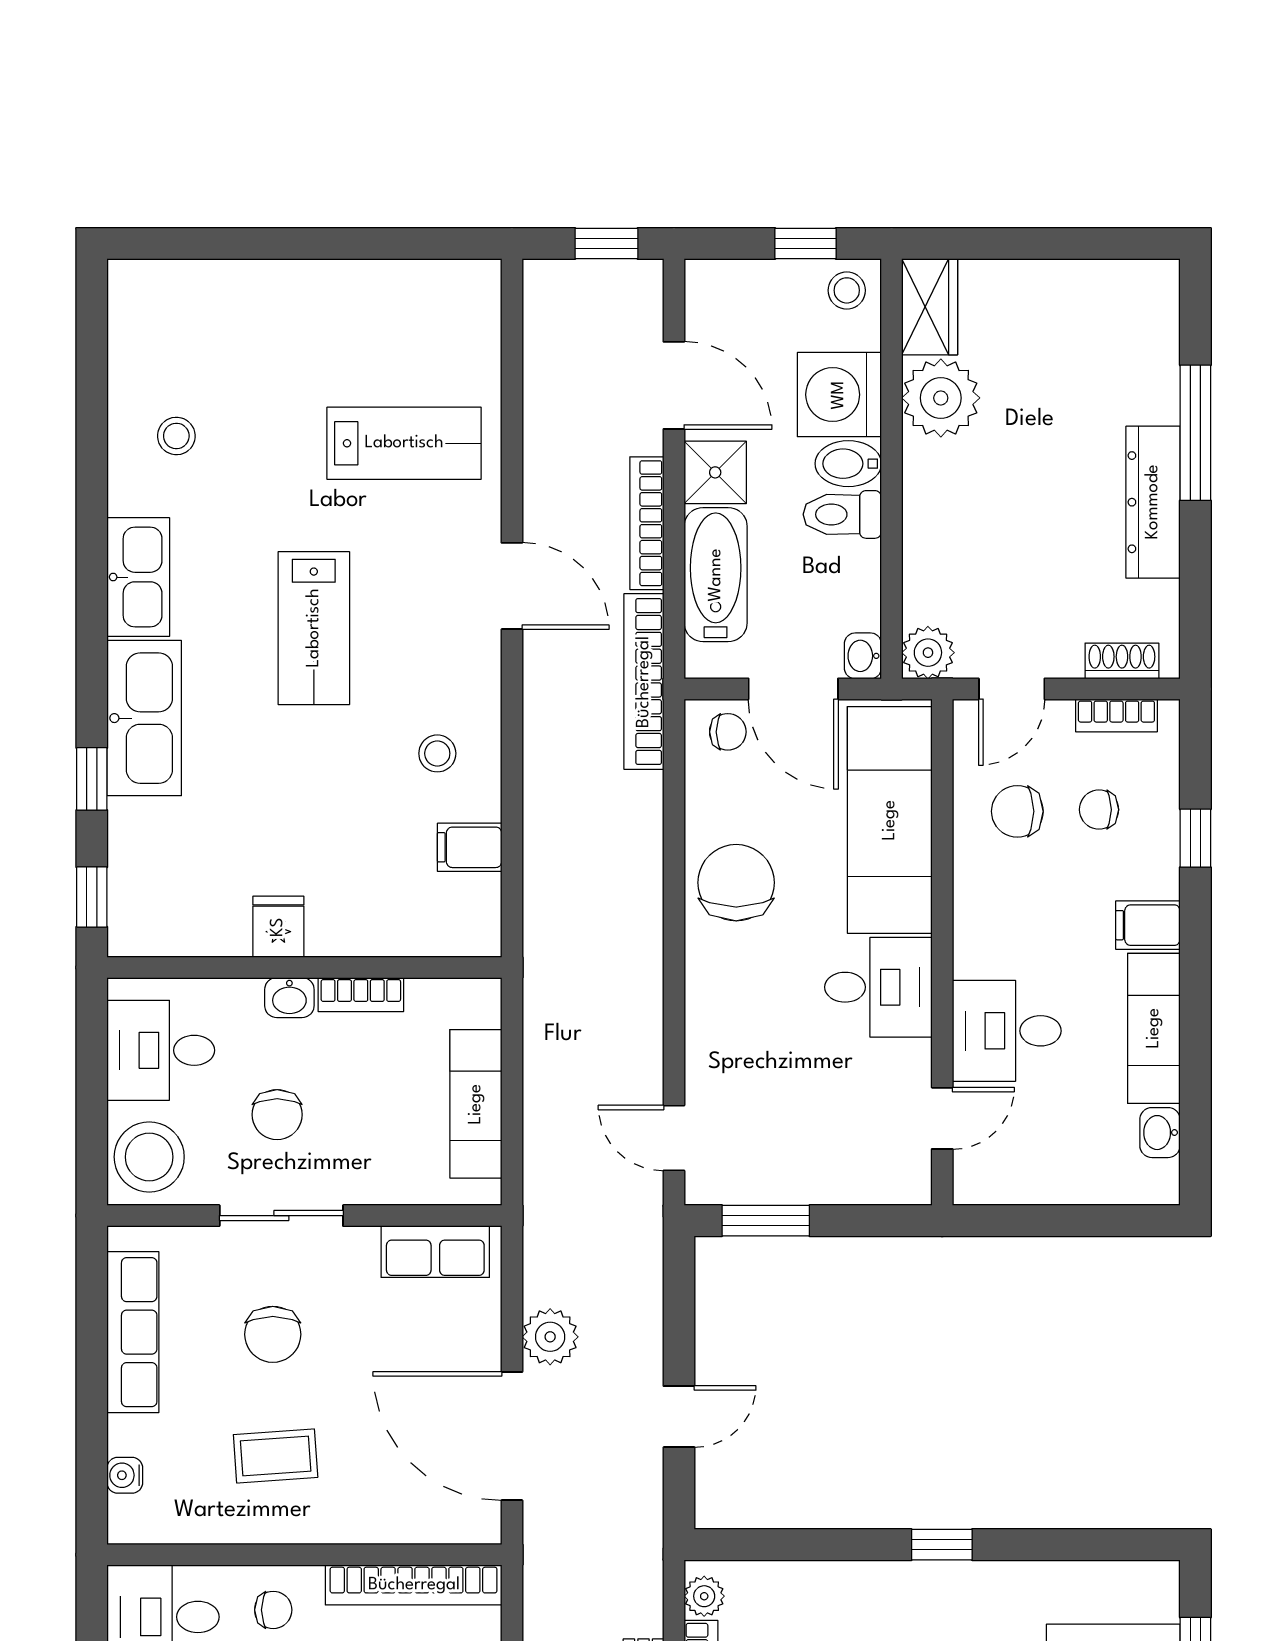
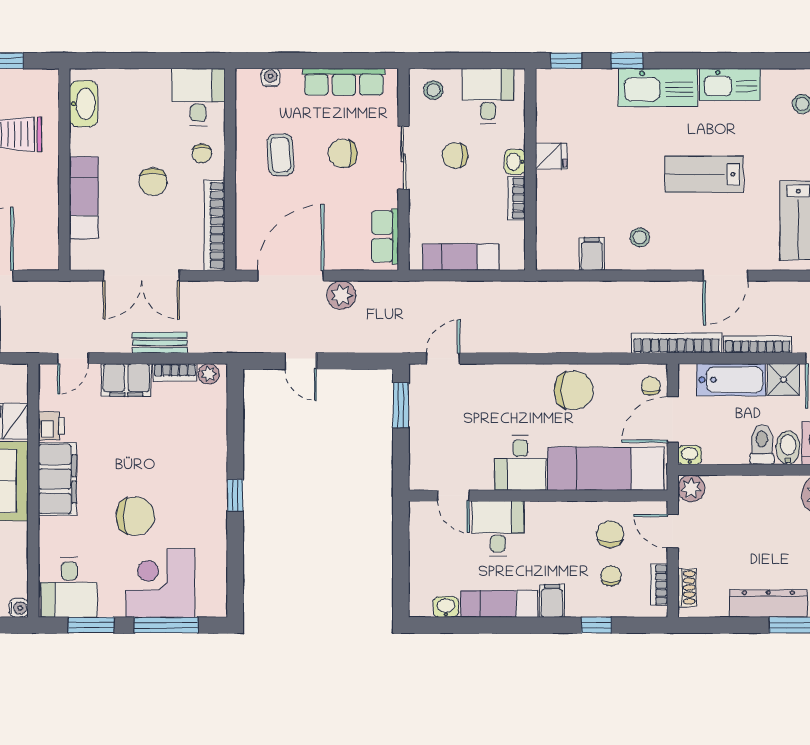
chair: (728, 732) -> (651, 386), turned 180
stool: (149, 1157) -> (433, 90), width x0.53, depth x0.53

